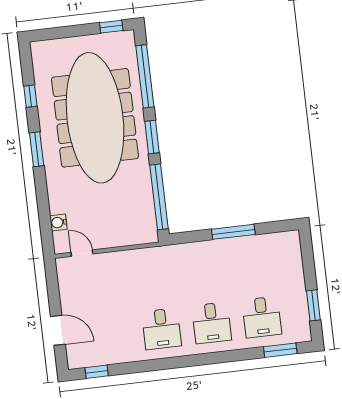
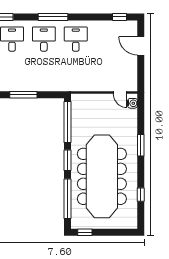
window: (37, 149) -> (141, 145), moved
water cooler: (58, 222) -> (133, 103), moved
window: (201, 359) -> (53, 17), added

